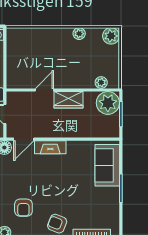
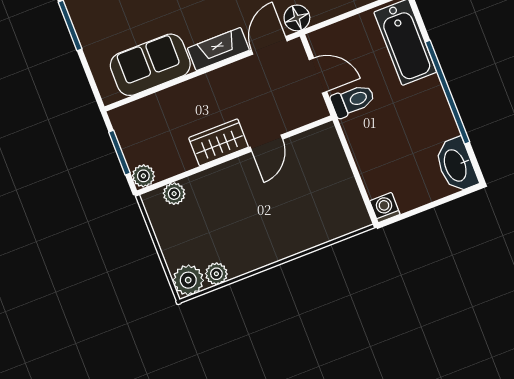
plant: (79, 34) -> (216, 274), moved
plant: (108, 103) -> (143, 176), width x0.53, depth x0.53
sofa: (107, 165) -> (150, 65), moved, turned -90

